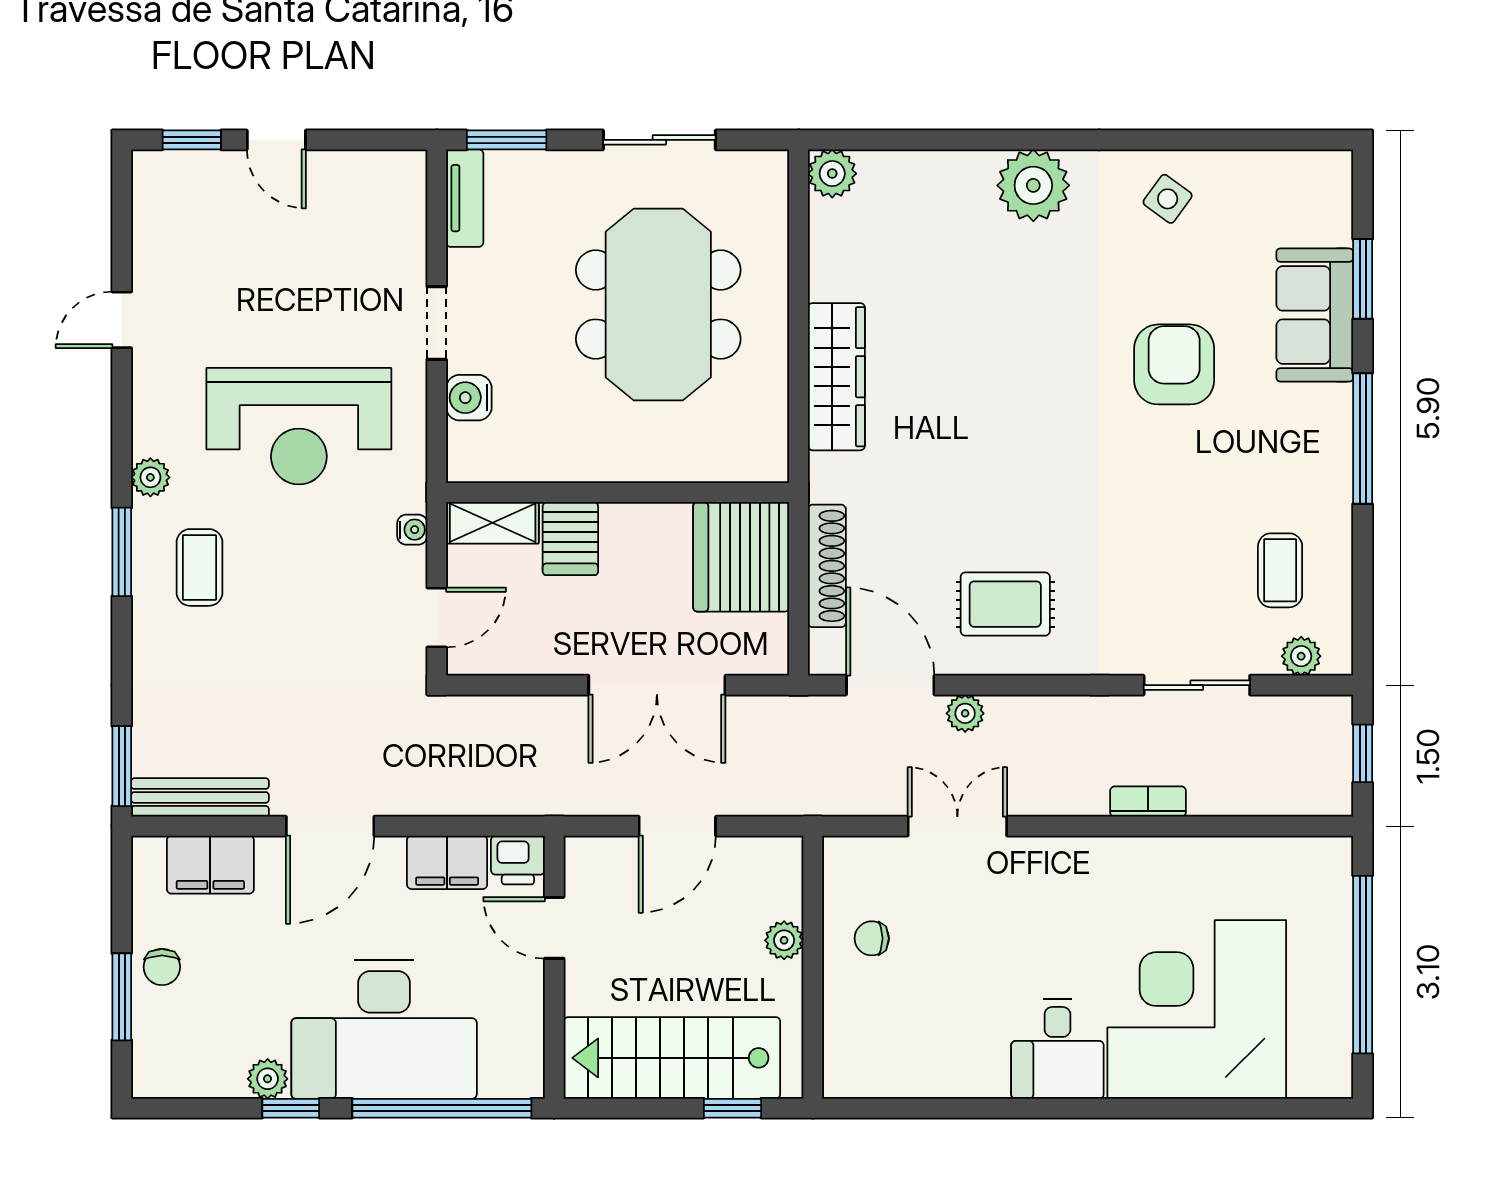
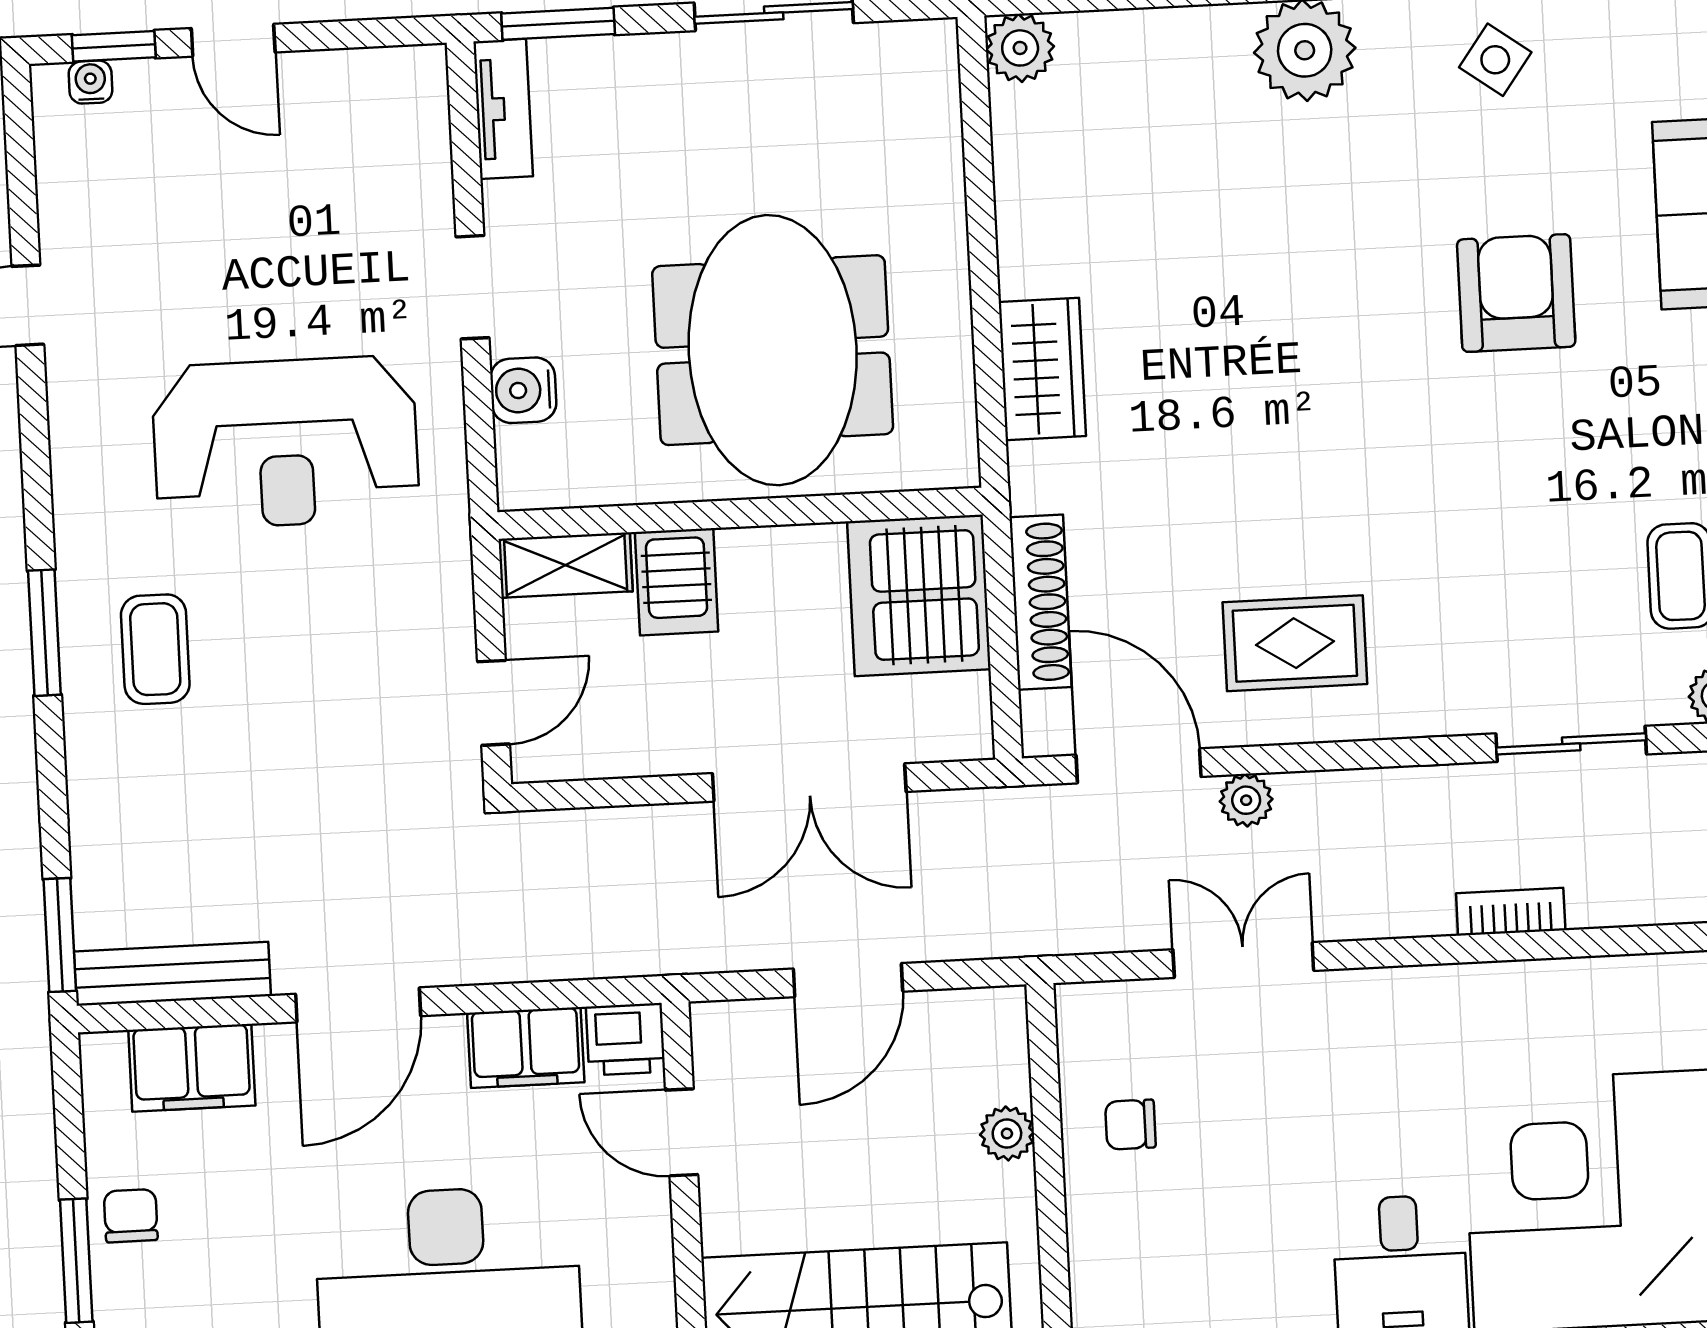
meeting table: (658, 305) -> (773, 350), moved
wardrobe: (836, 377) -> (1042, 369), width x0.67
plant: (150, 477) -> (80, 525), removed
water cooler: (412, 530) -> (90, 82), moved, turned -90
chair: (162, 967) -> (131, 1216), turned 180

